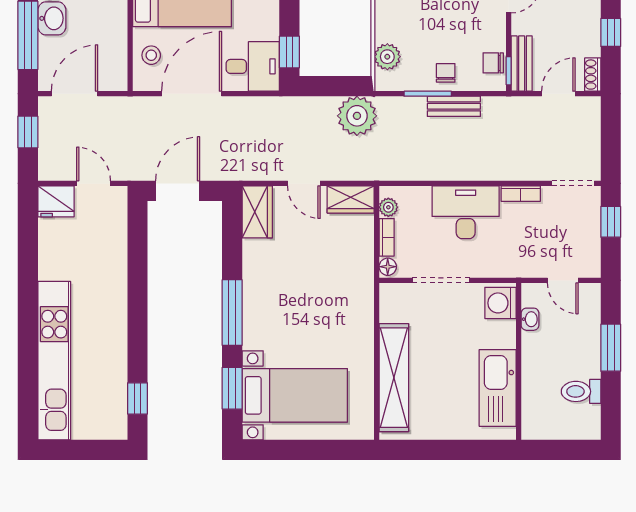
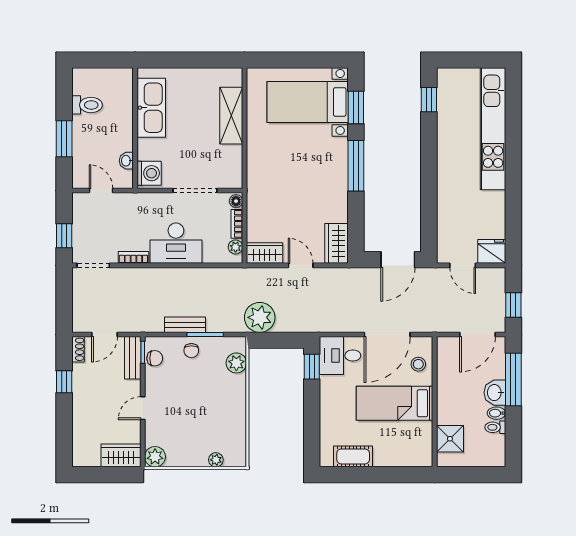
shelving: (394, 378) -> (231, 116), width x0.68

